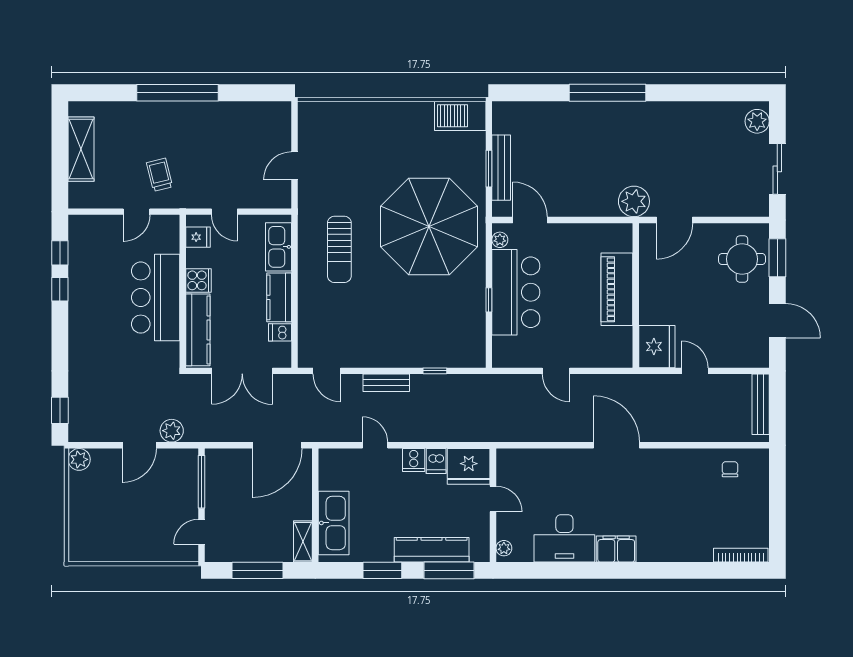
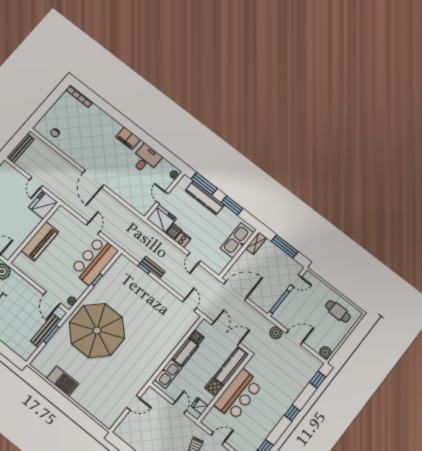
barbecue: (460, 116) -> (62, 381), moved
sun lounger: (339, 249) -> (143, 352), removed
window: (60, 289) -> (292, 413), moved
bar counter: (516, 292) -> (94, 260), moved
bench: (386, 383) -> (152, 267), moved
cafe table: (107, 535) -> (338, 311), added
desk: (564, 538) -> (146, 159), width x0.73

